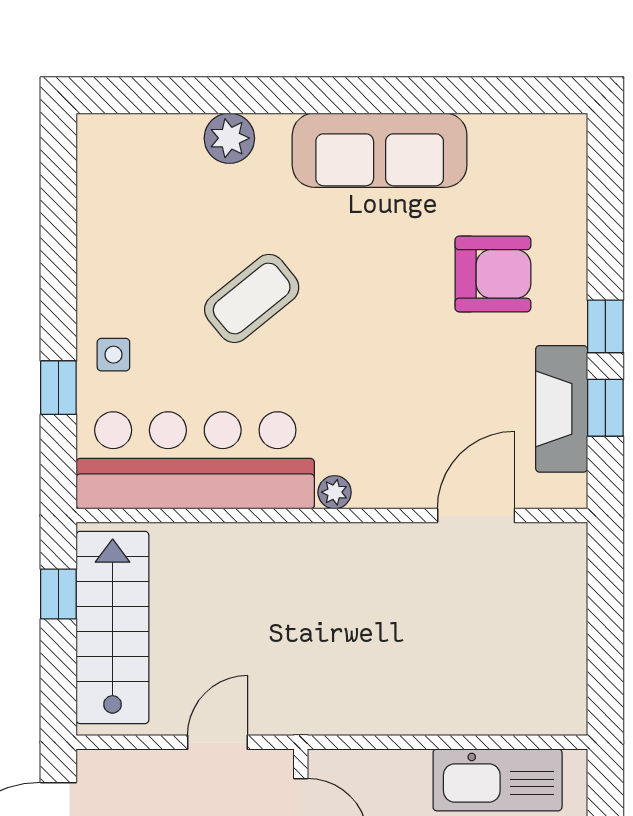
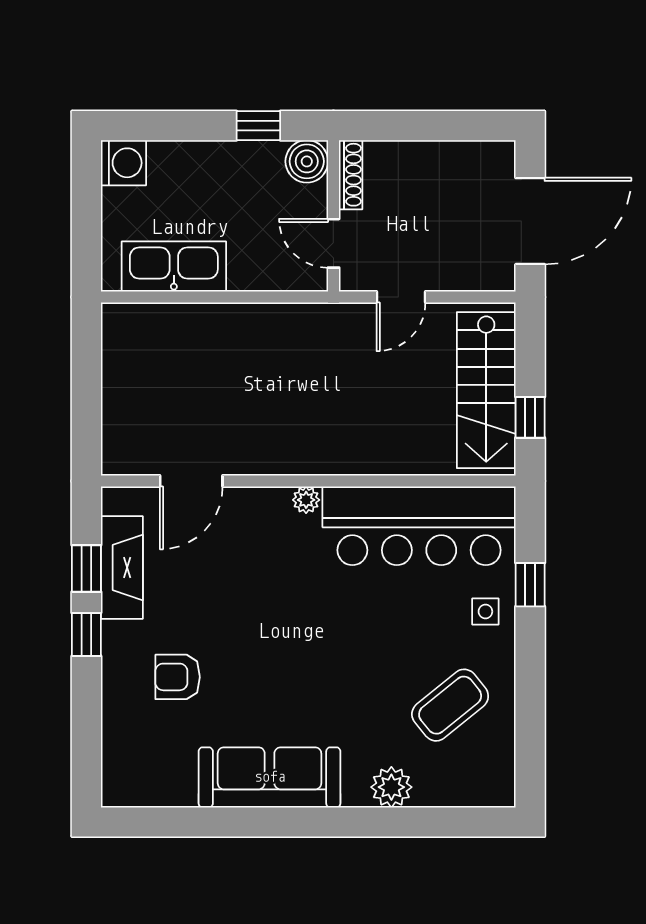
armchair: (493, 274) -> (178, 677), width x0.72, depth x0.72
coffee table: (252, 298) -> (450, 705), moved

